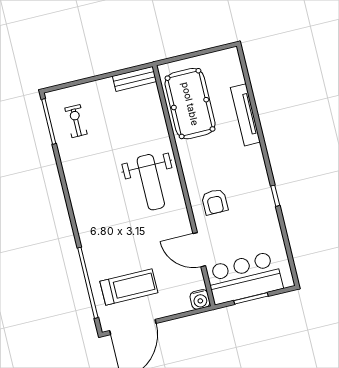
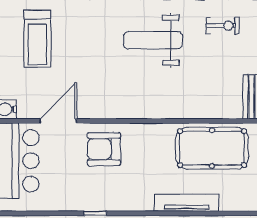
weight bench: (151, 182) -> (153, 40), moved
armchair: (215, 202) -> (104, 149), width x1.38, depth x1.38

